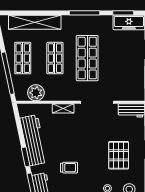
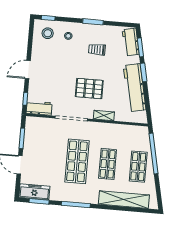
plant: (36, 93) -> (129, 133), removed
pallet: (119, 155) -> (89, 89), moved, turned 90
trolley: (69, 168) -> (97, 49), moved

